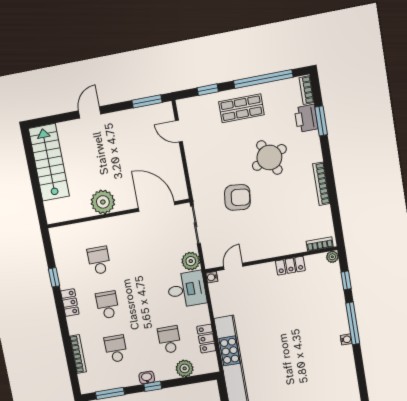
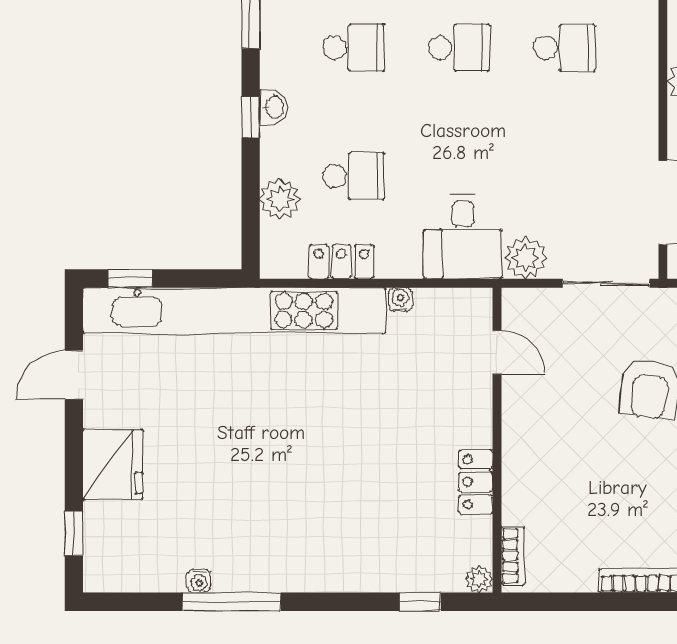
water cooler: (212, 277) -> (400, 299), moved
window: (353, 323) -> (232, 602), moved
water cooler: (346, 339) -> (199, 581), moved

